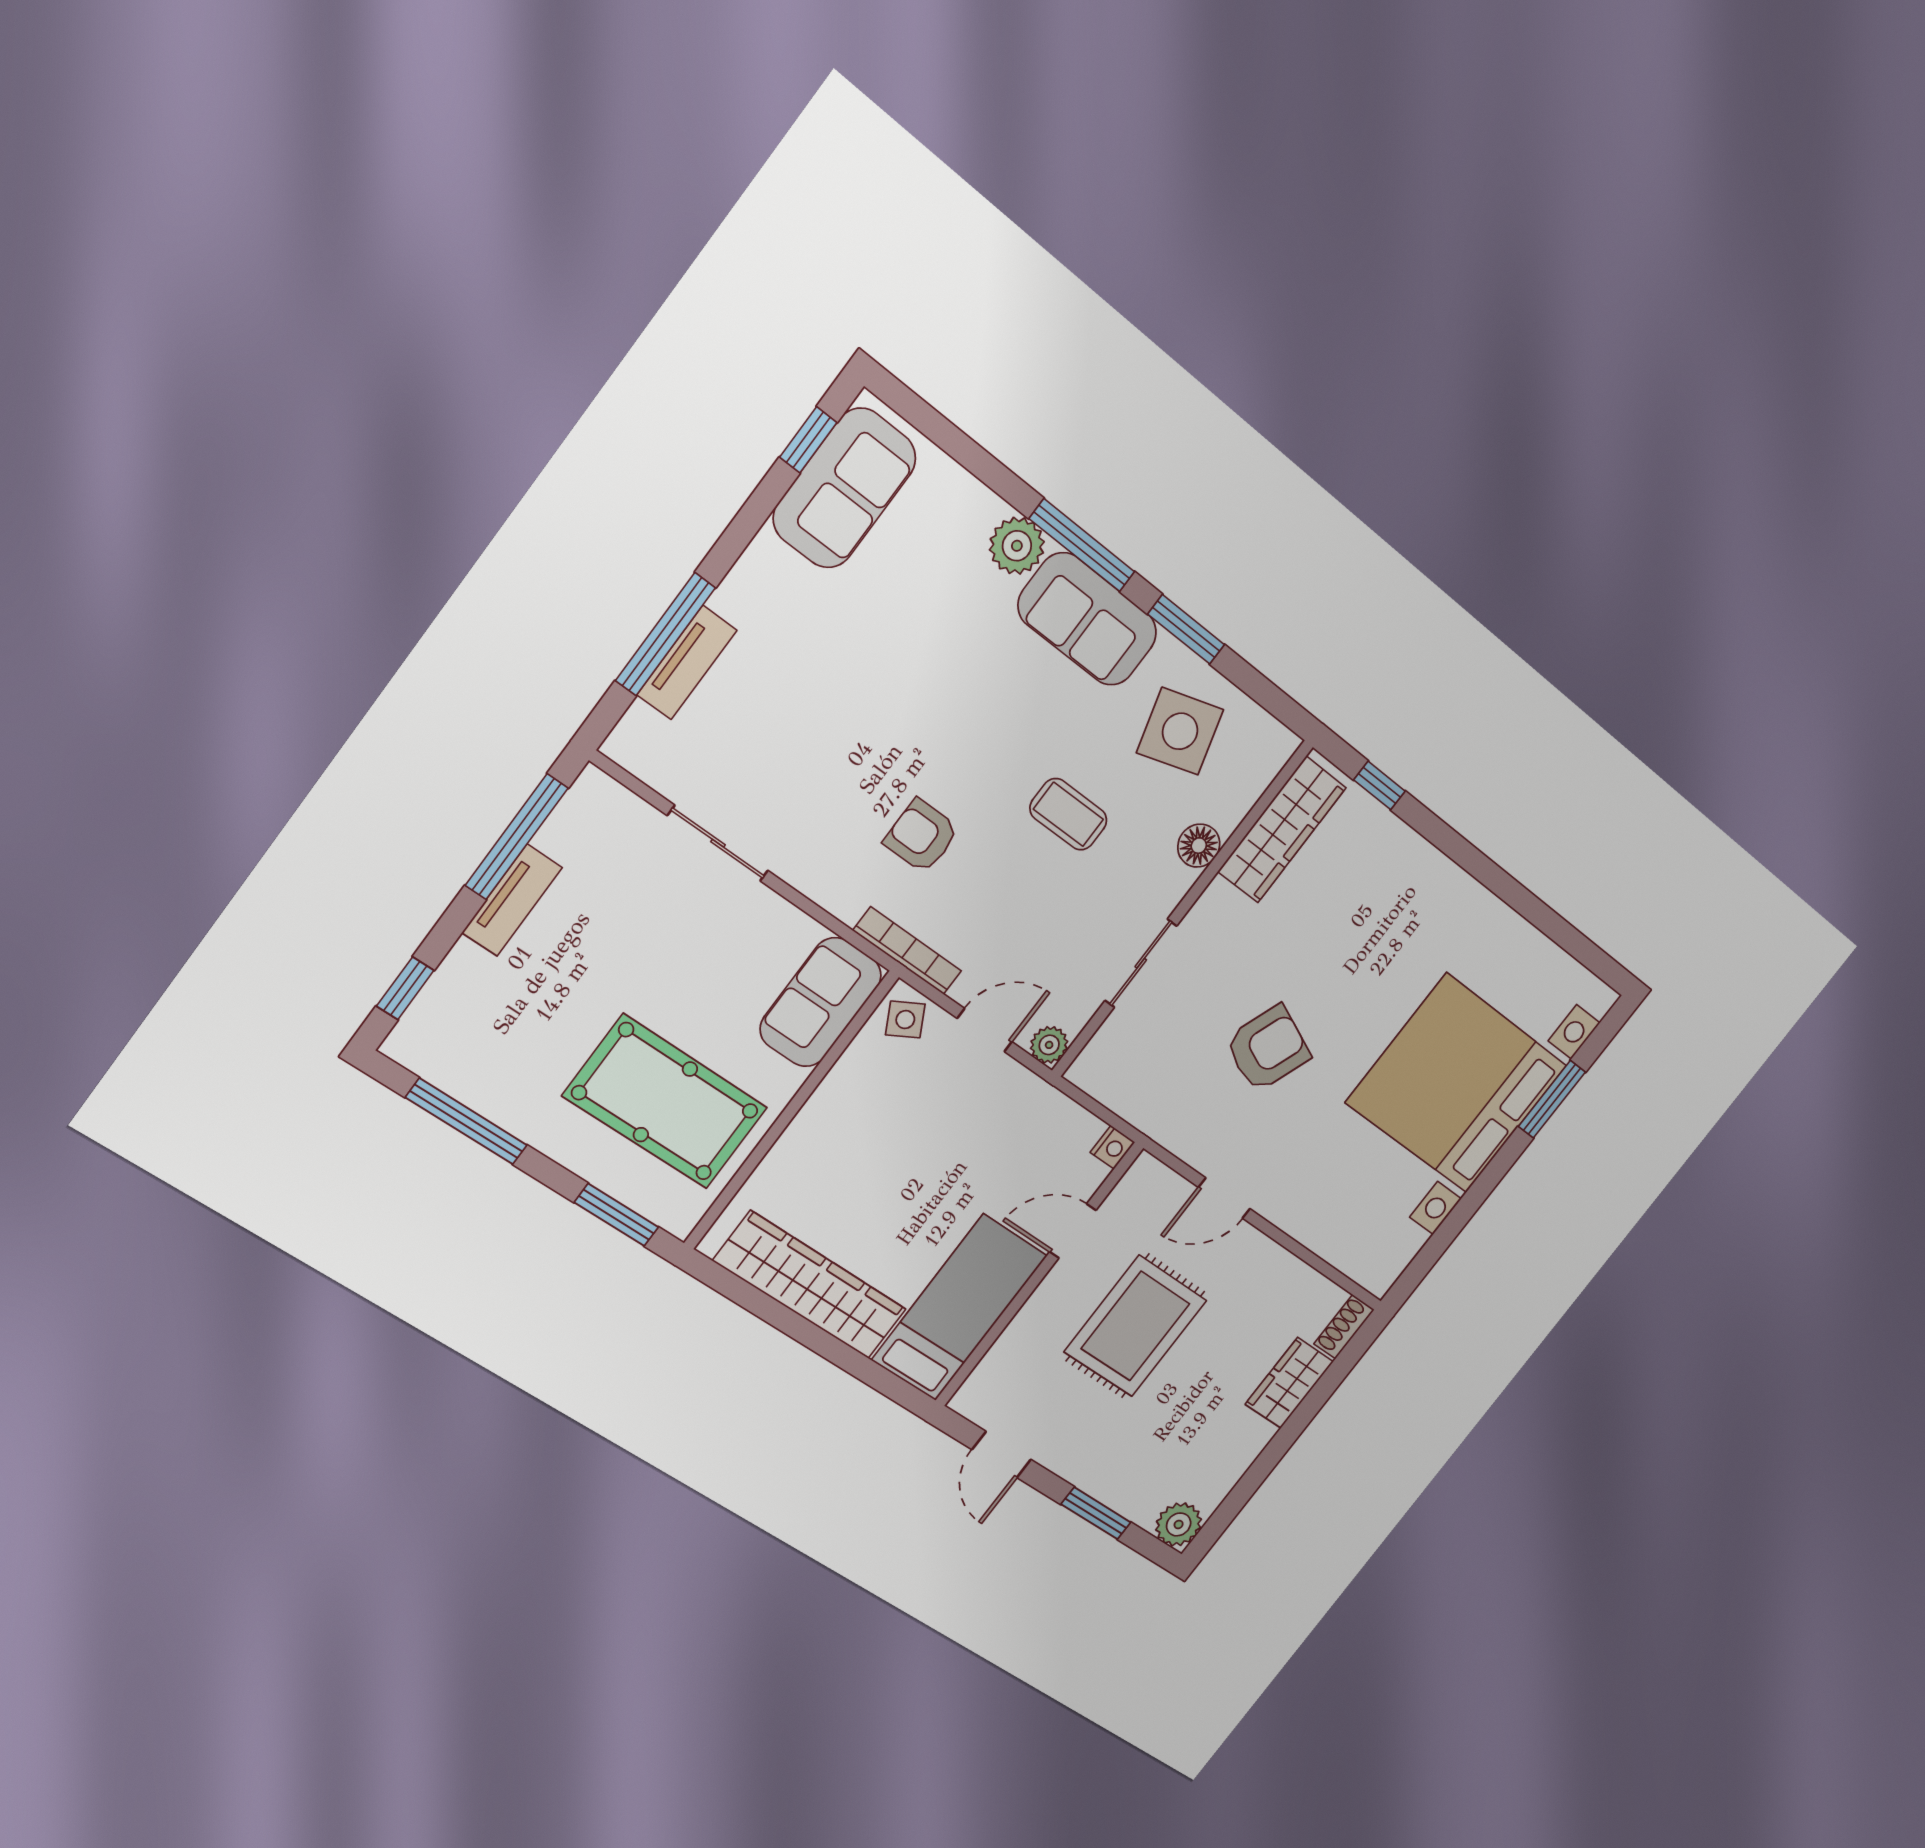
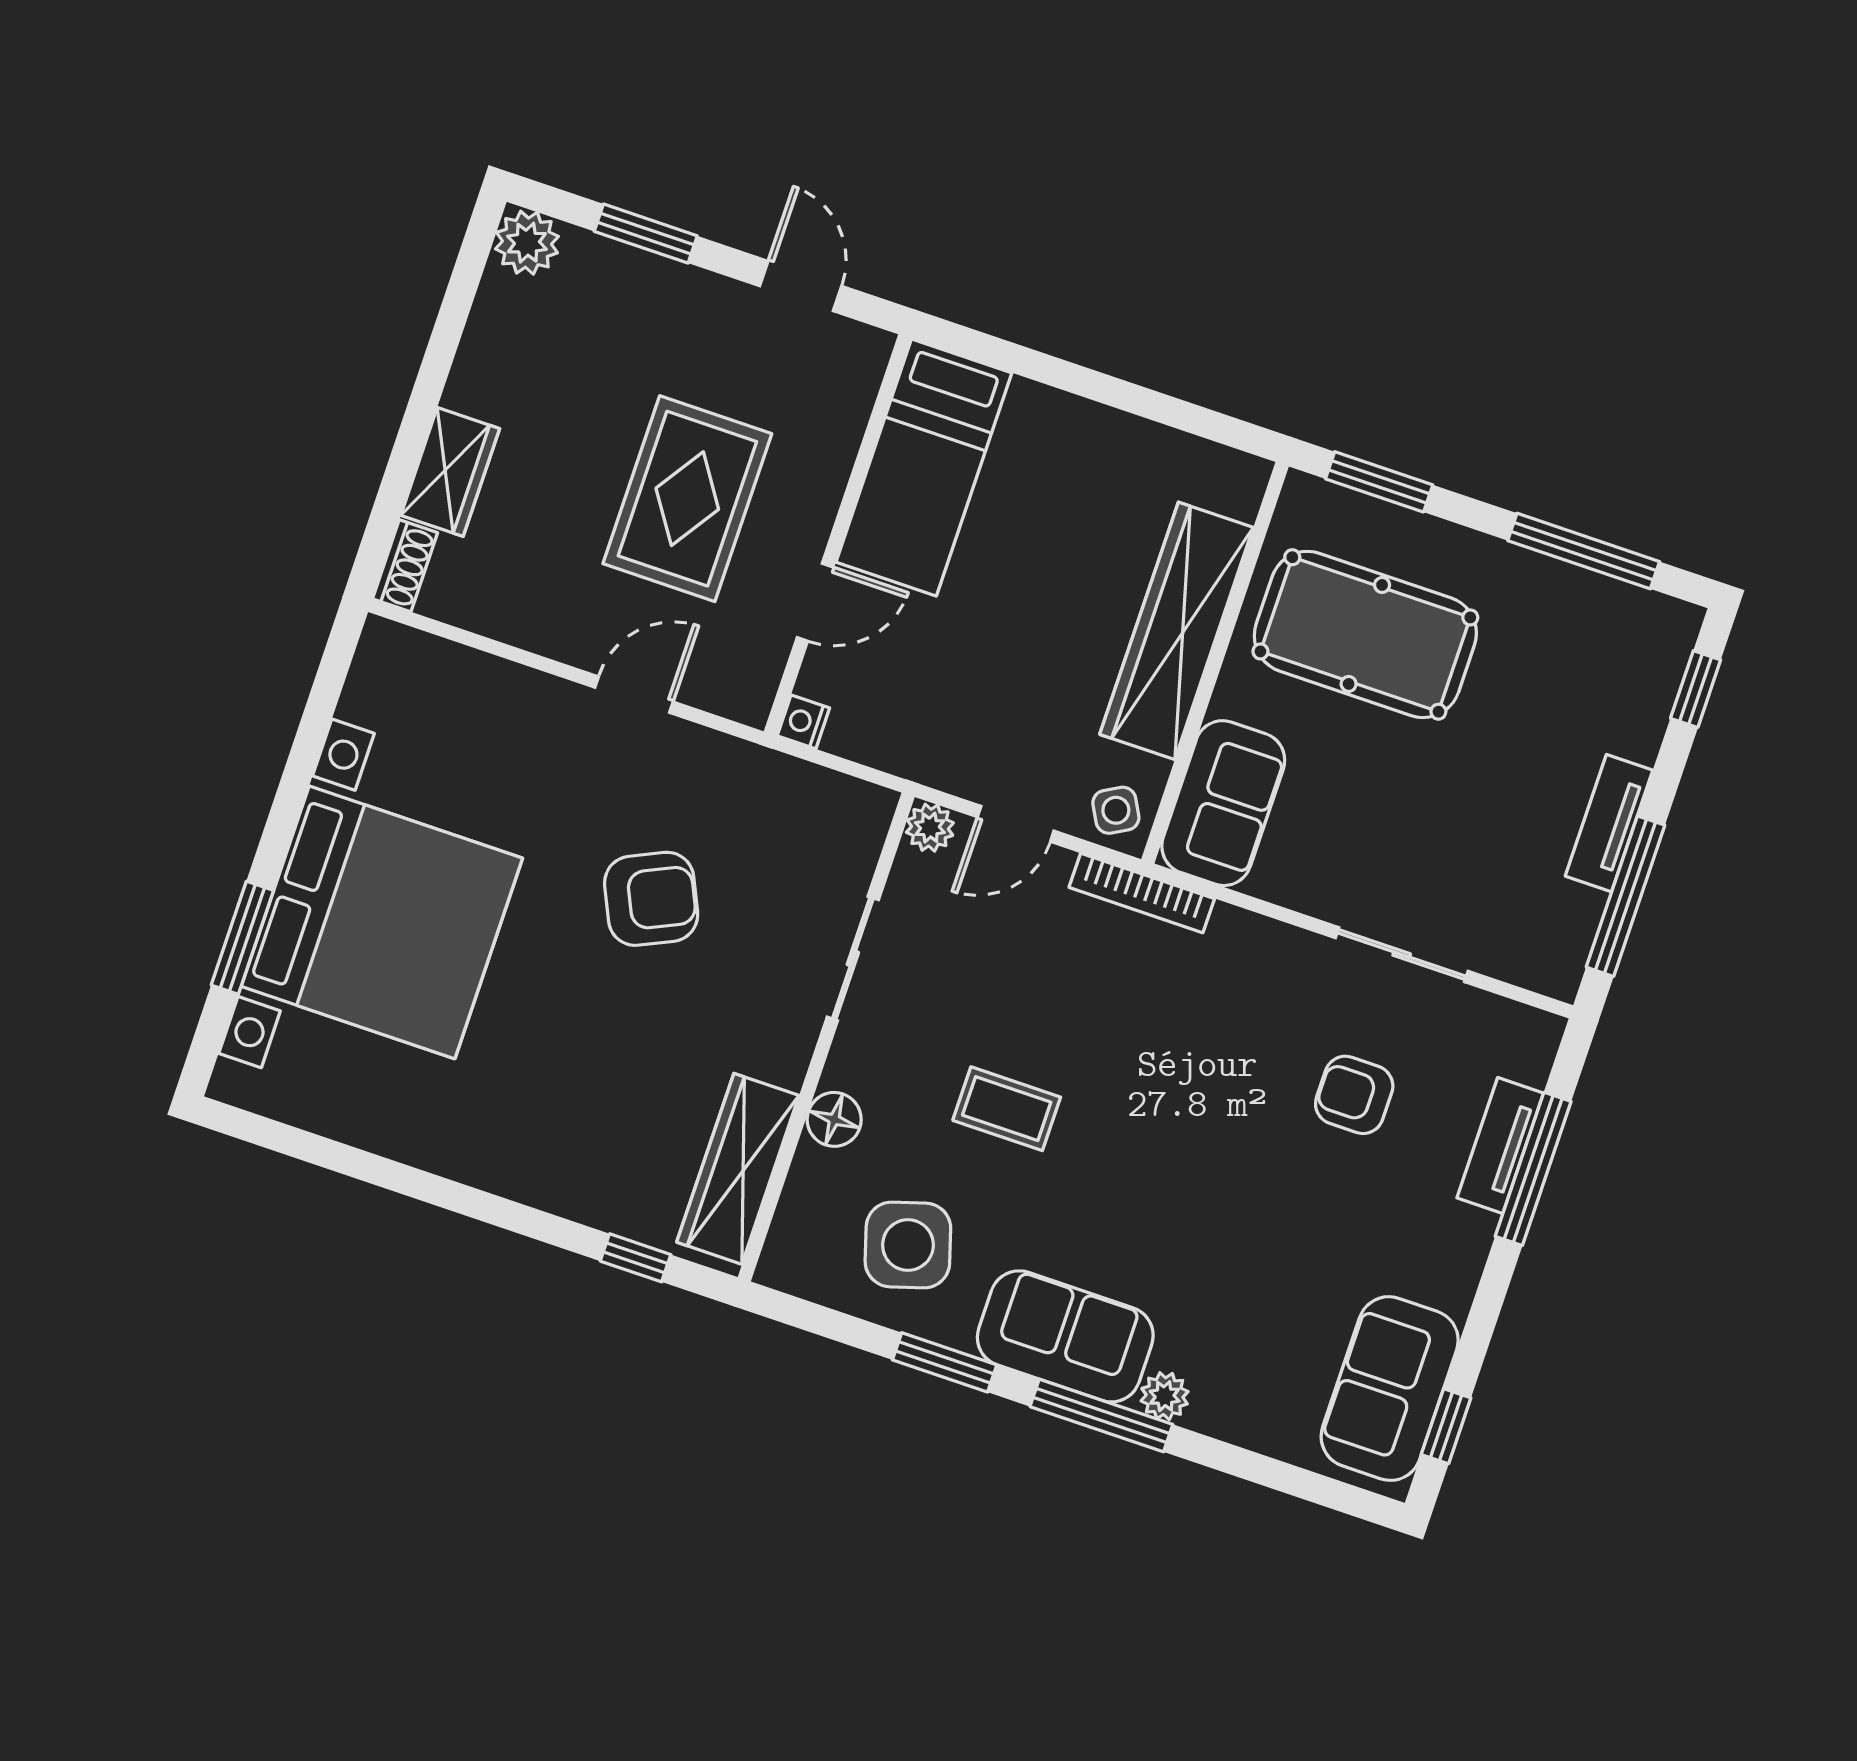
plant: (1017, 546) -> (1165, 1396), width x0.73, depth x0.73
armchair: (921, 836) -> (1354, 1095), moved, turned 180
armchair: (1268, 1049) -> (651, 899), turned -137
wardrobe: (810, 1285) -> (1177, 631), moved, turned 90

